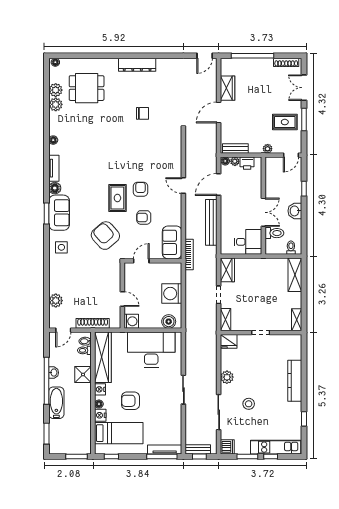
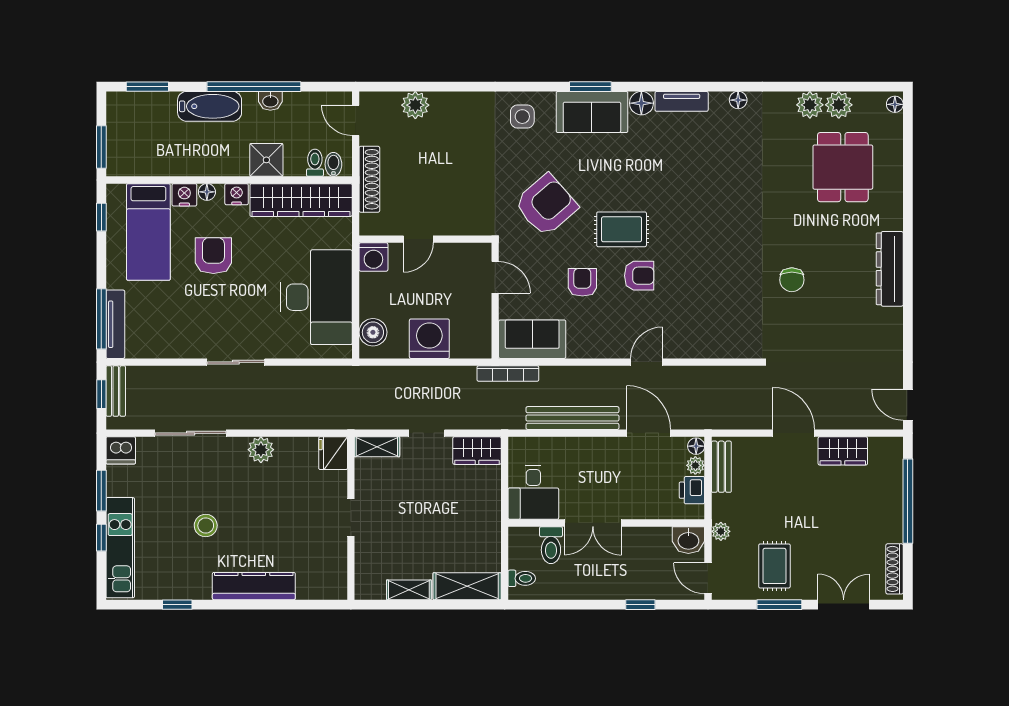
washbasin: (295, 211) -> (688, 540), moved, turned 180
shelving: (297, 320) -> (409, 590), moved
stool: (249, 404) -> (206, 526), moved

